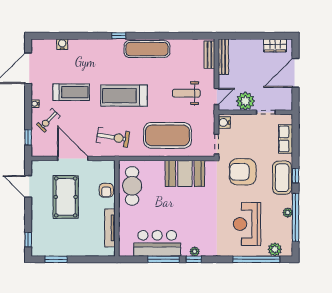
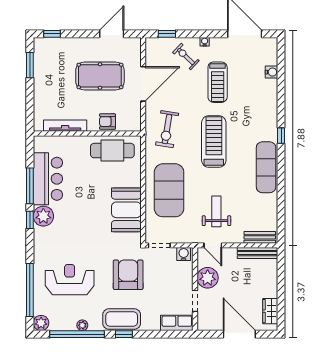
row of seats: (286, 139) -> (177, 323), moved
plant: (275, 249) -> (41, 323), moved
plant: (195, 251) -> (43, 216), width x1.88, depth x1.88

